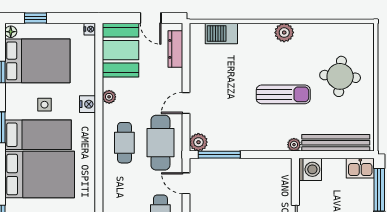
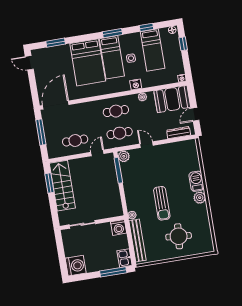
barbecue: (221, 33) -> (196, 181), moved
bed: (37, 61) -> (153, 50), width x0.67
cafe table: (160, 143) -> (120, 133), width x0.73, depth x0.74

